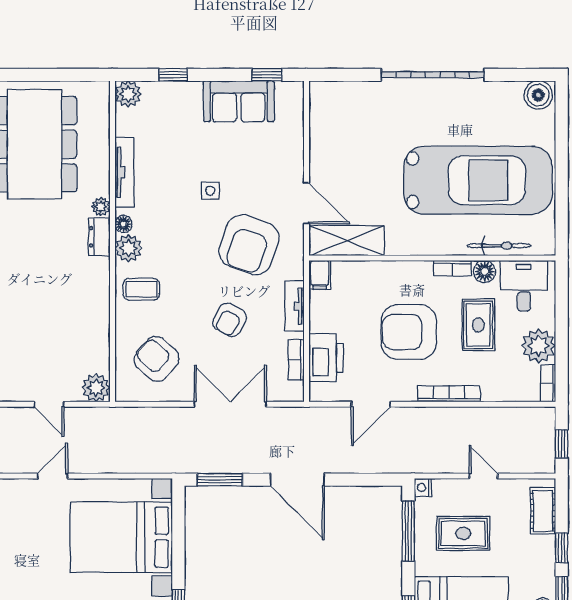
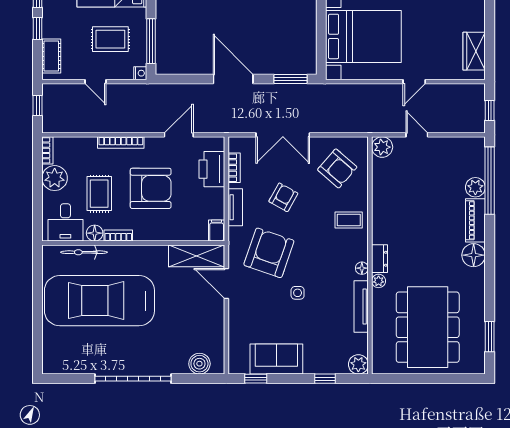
boiler: (538, 95) -> (199, 364), moved
plant: (129, 248) -> (358, 250), removed

